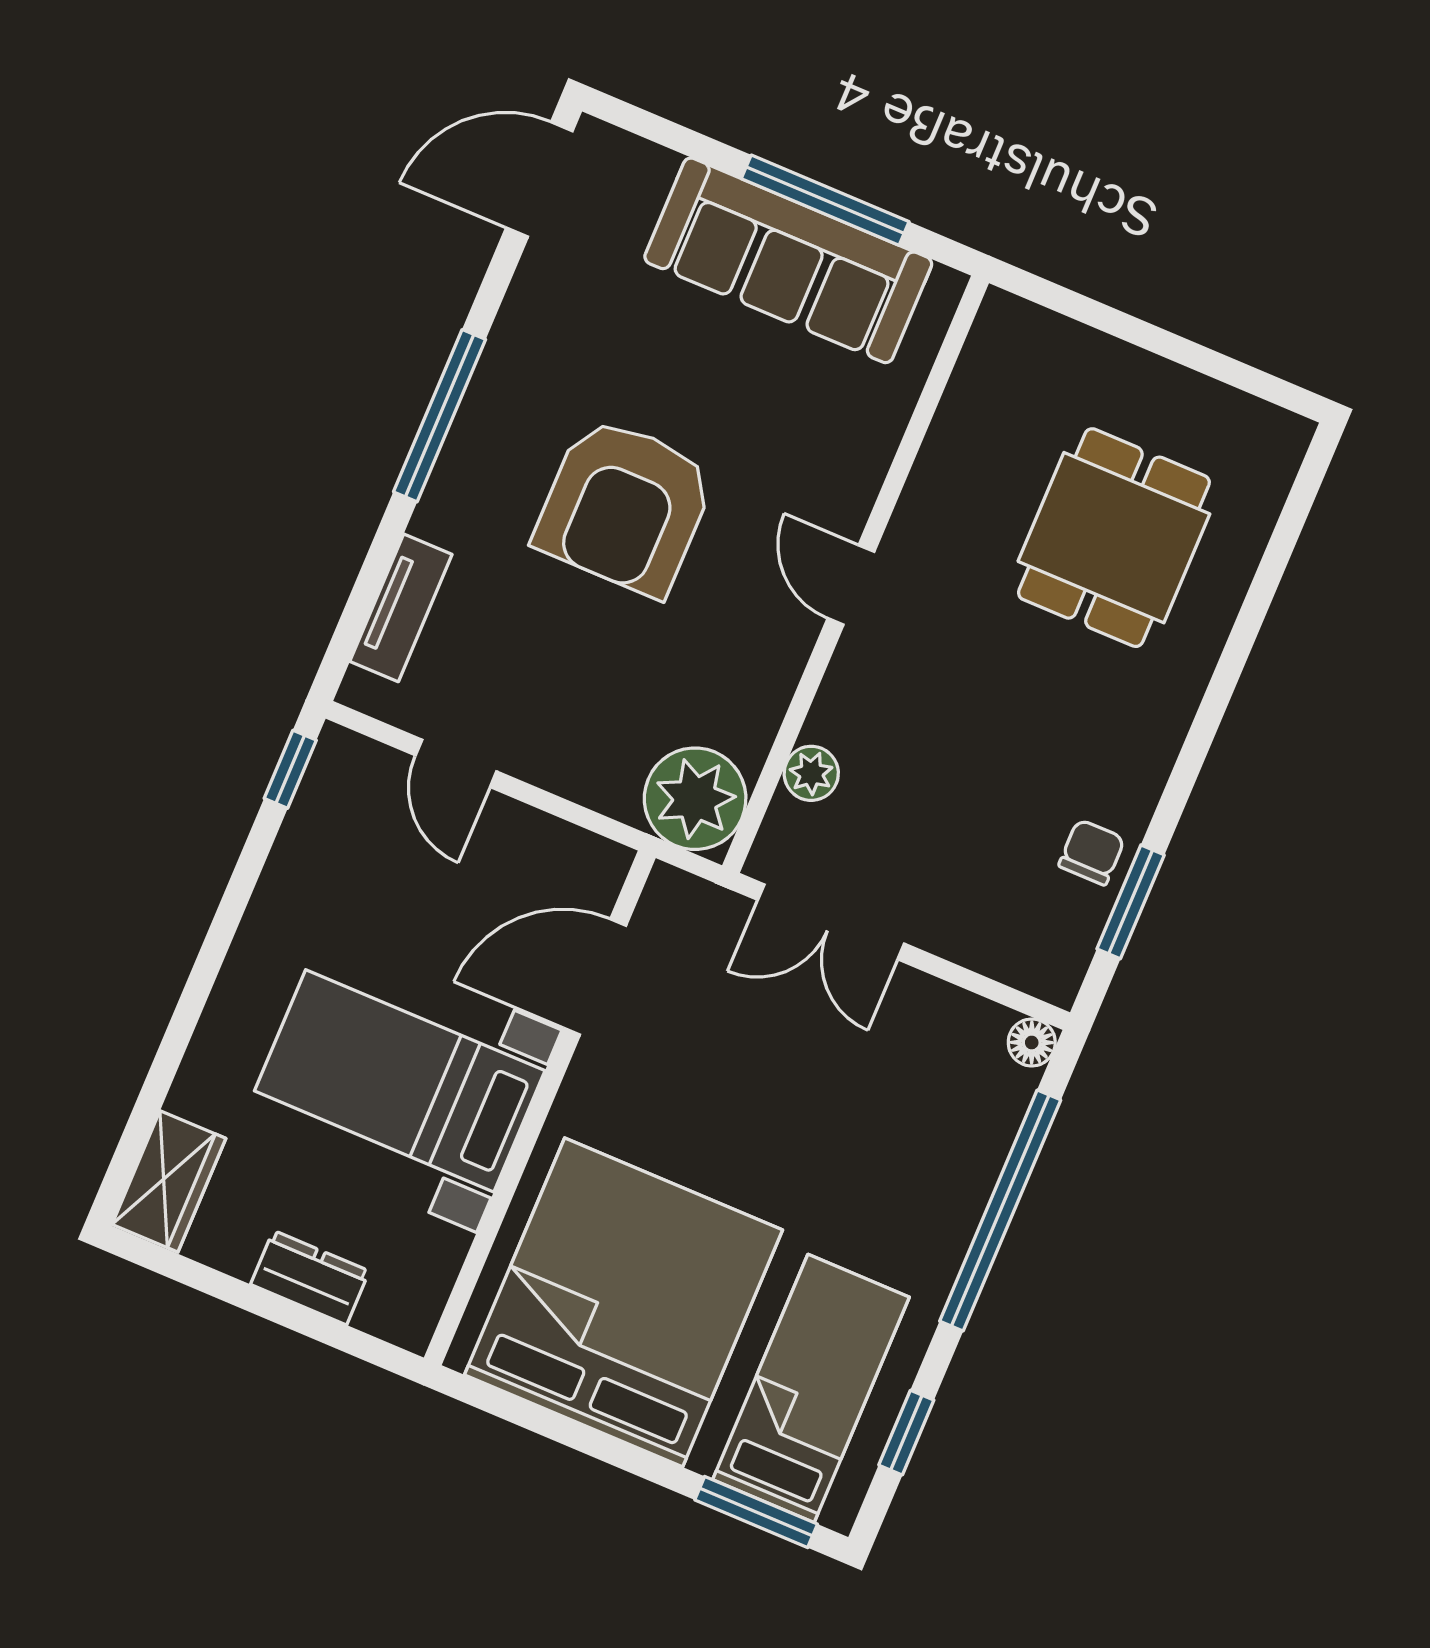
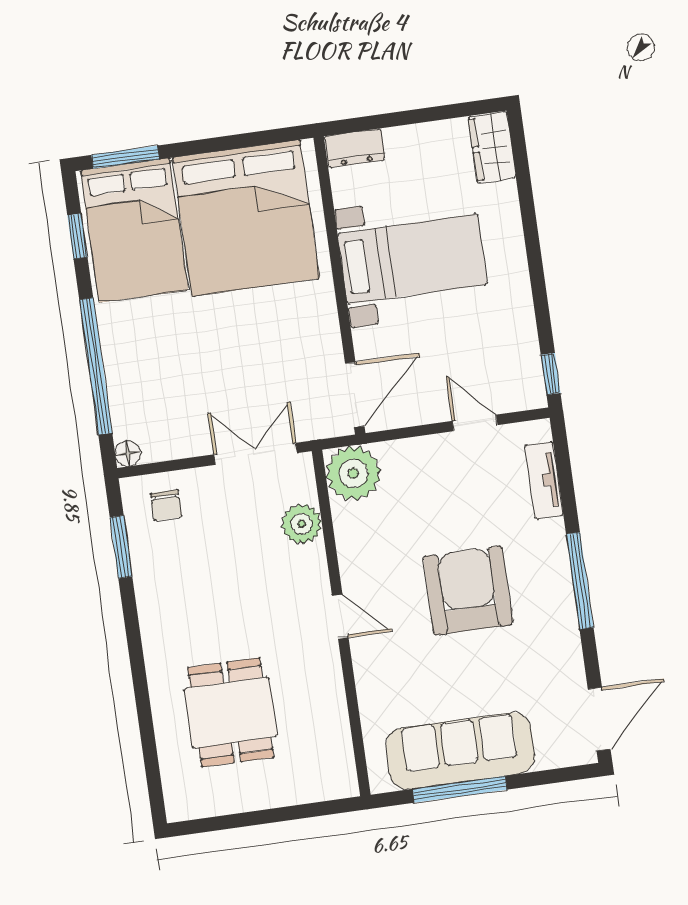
plant: (811, 773) -> (301, 524), width x1.38, depth x1.38
chair: (1092, 852) -> (166, 505), moved
door: (595, 977) -> (355, 395), moved
dresser: (310, 1278) -> (355, 148), moved
bed: (811, 1388) -> (134, 230), width x1.50

